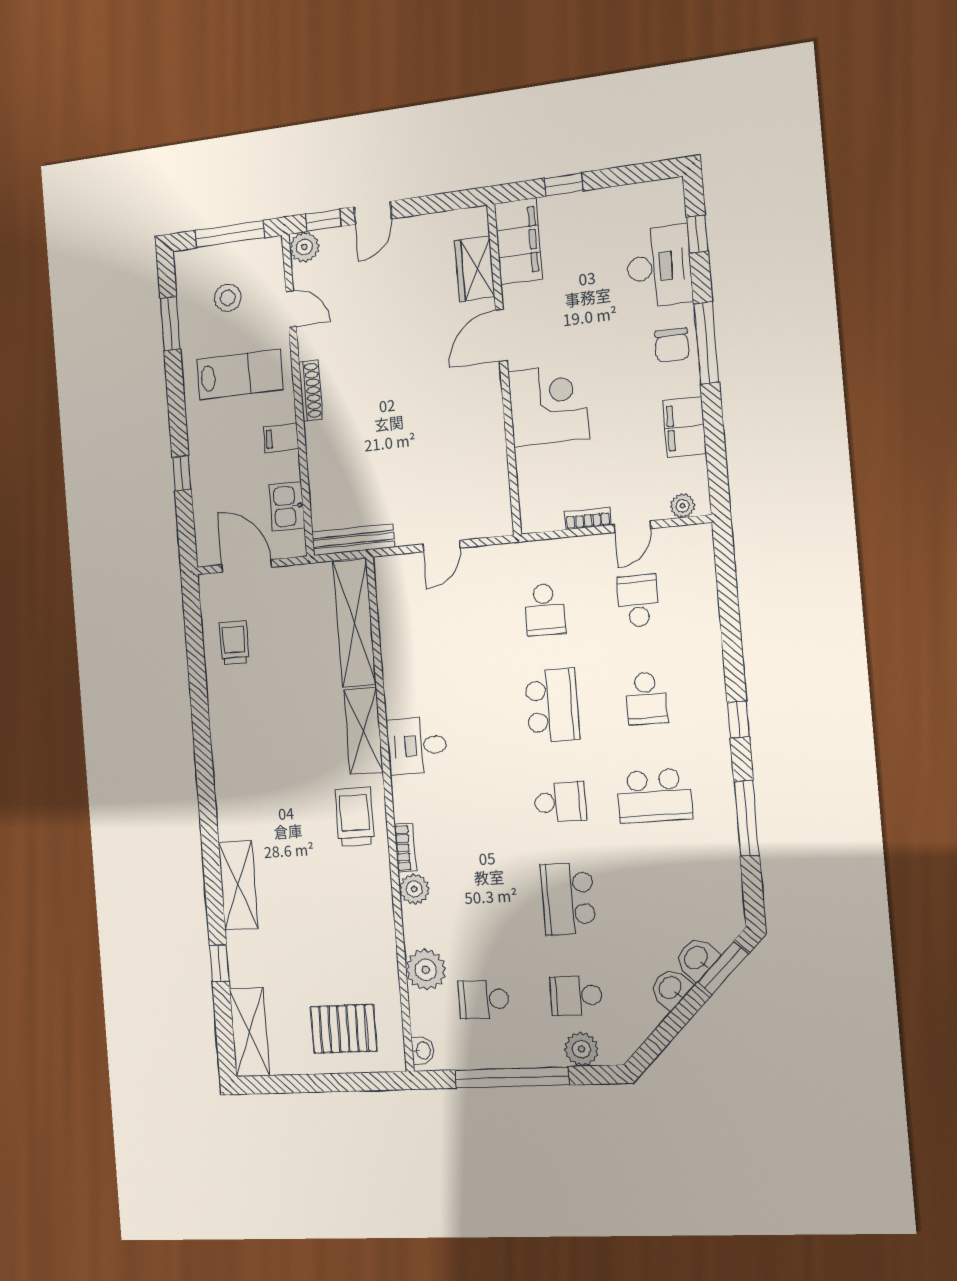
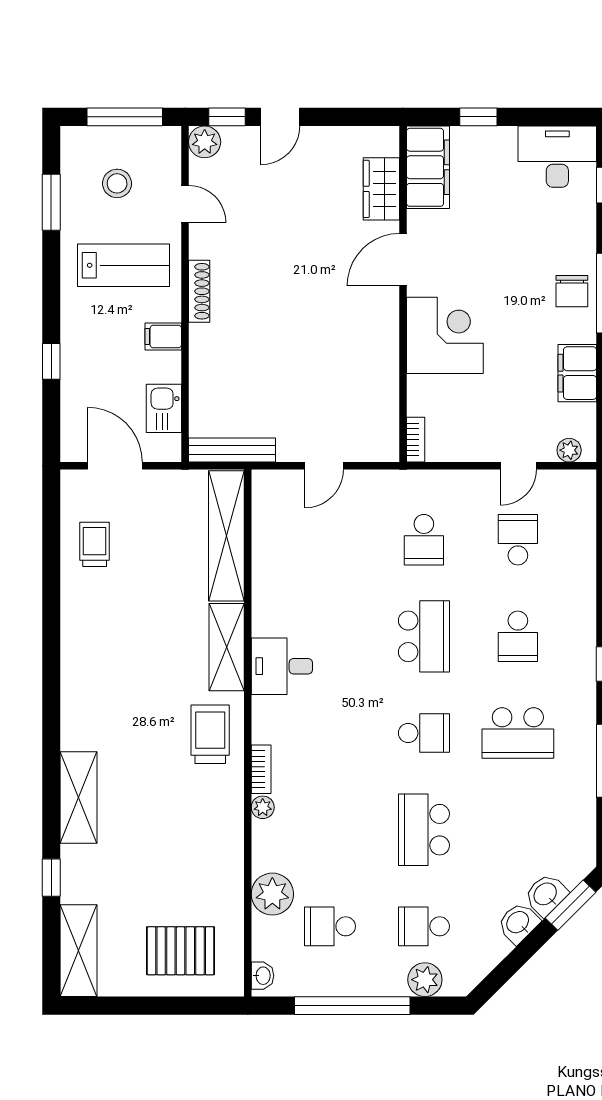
desk: (659, 267) -> (557, 157), moved, turned -90
bookcase: (588, 519) -> (416, 440), moved, turned 90
plant: (414, 889) -> (263, 807), width x0.73, depth x0.73

